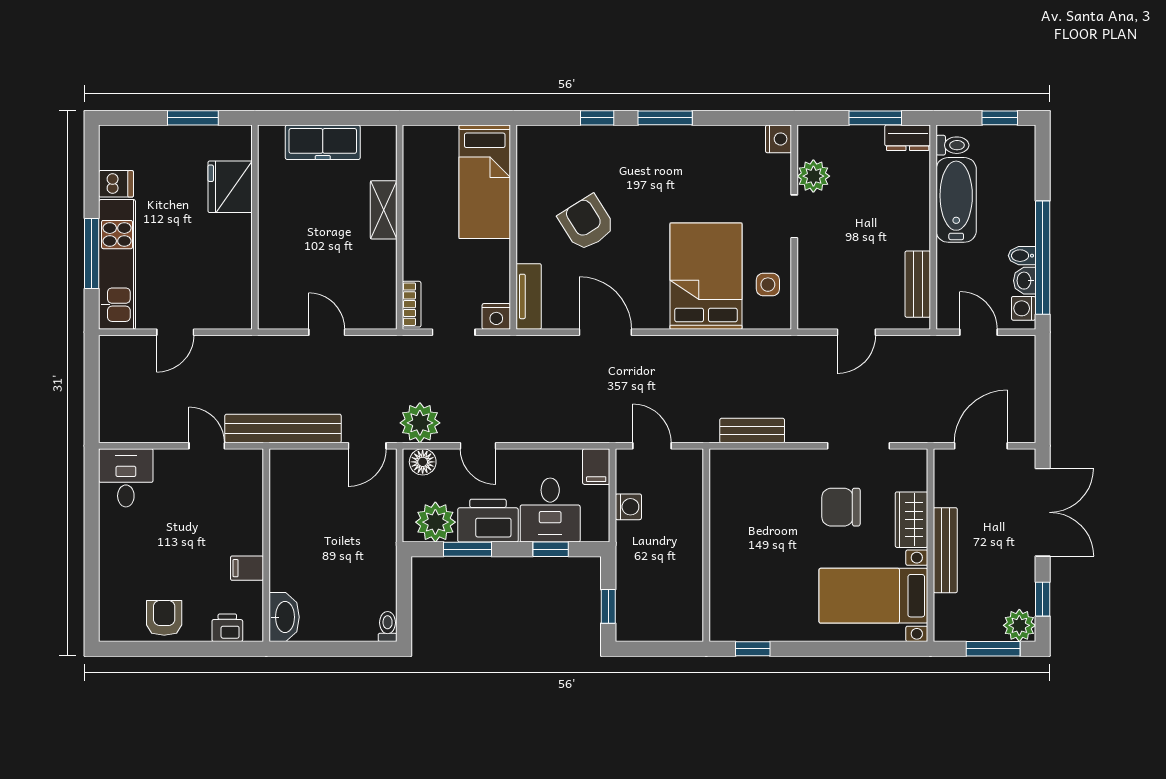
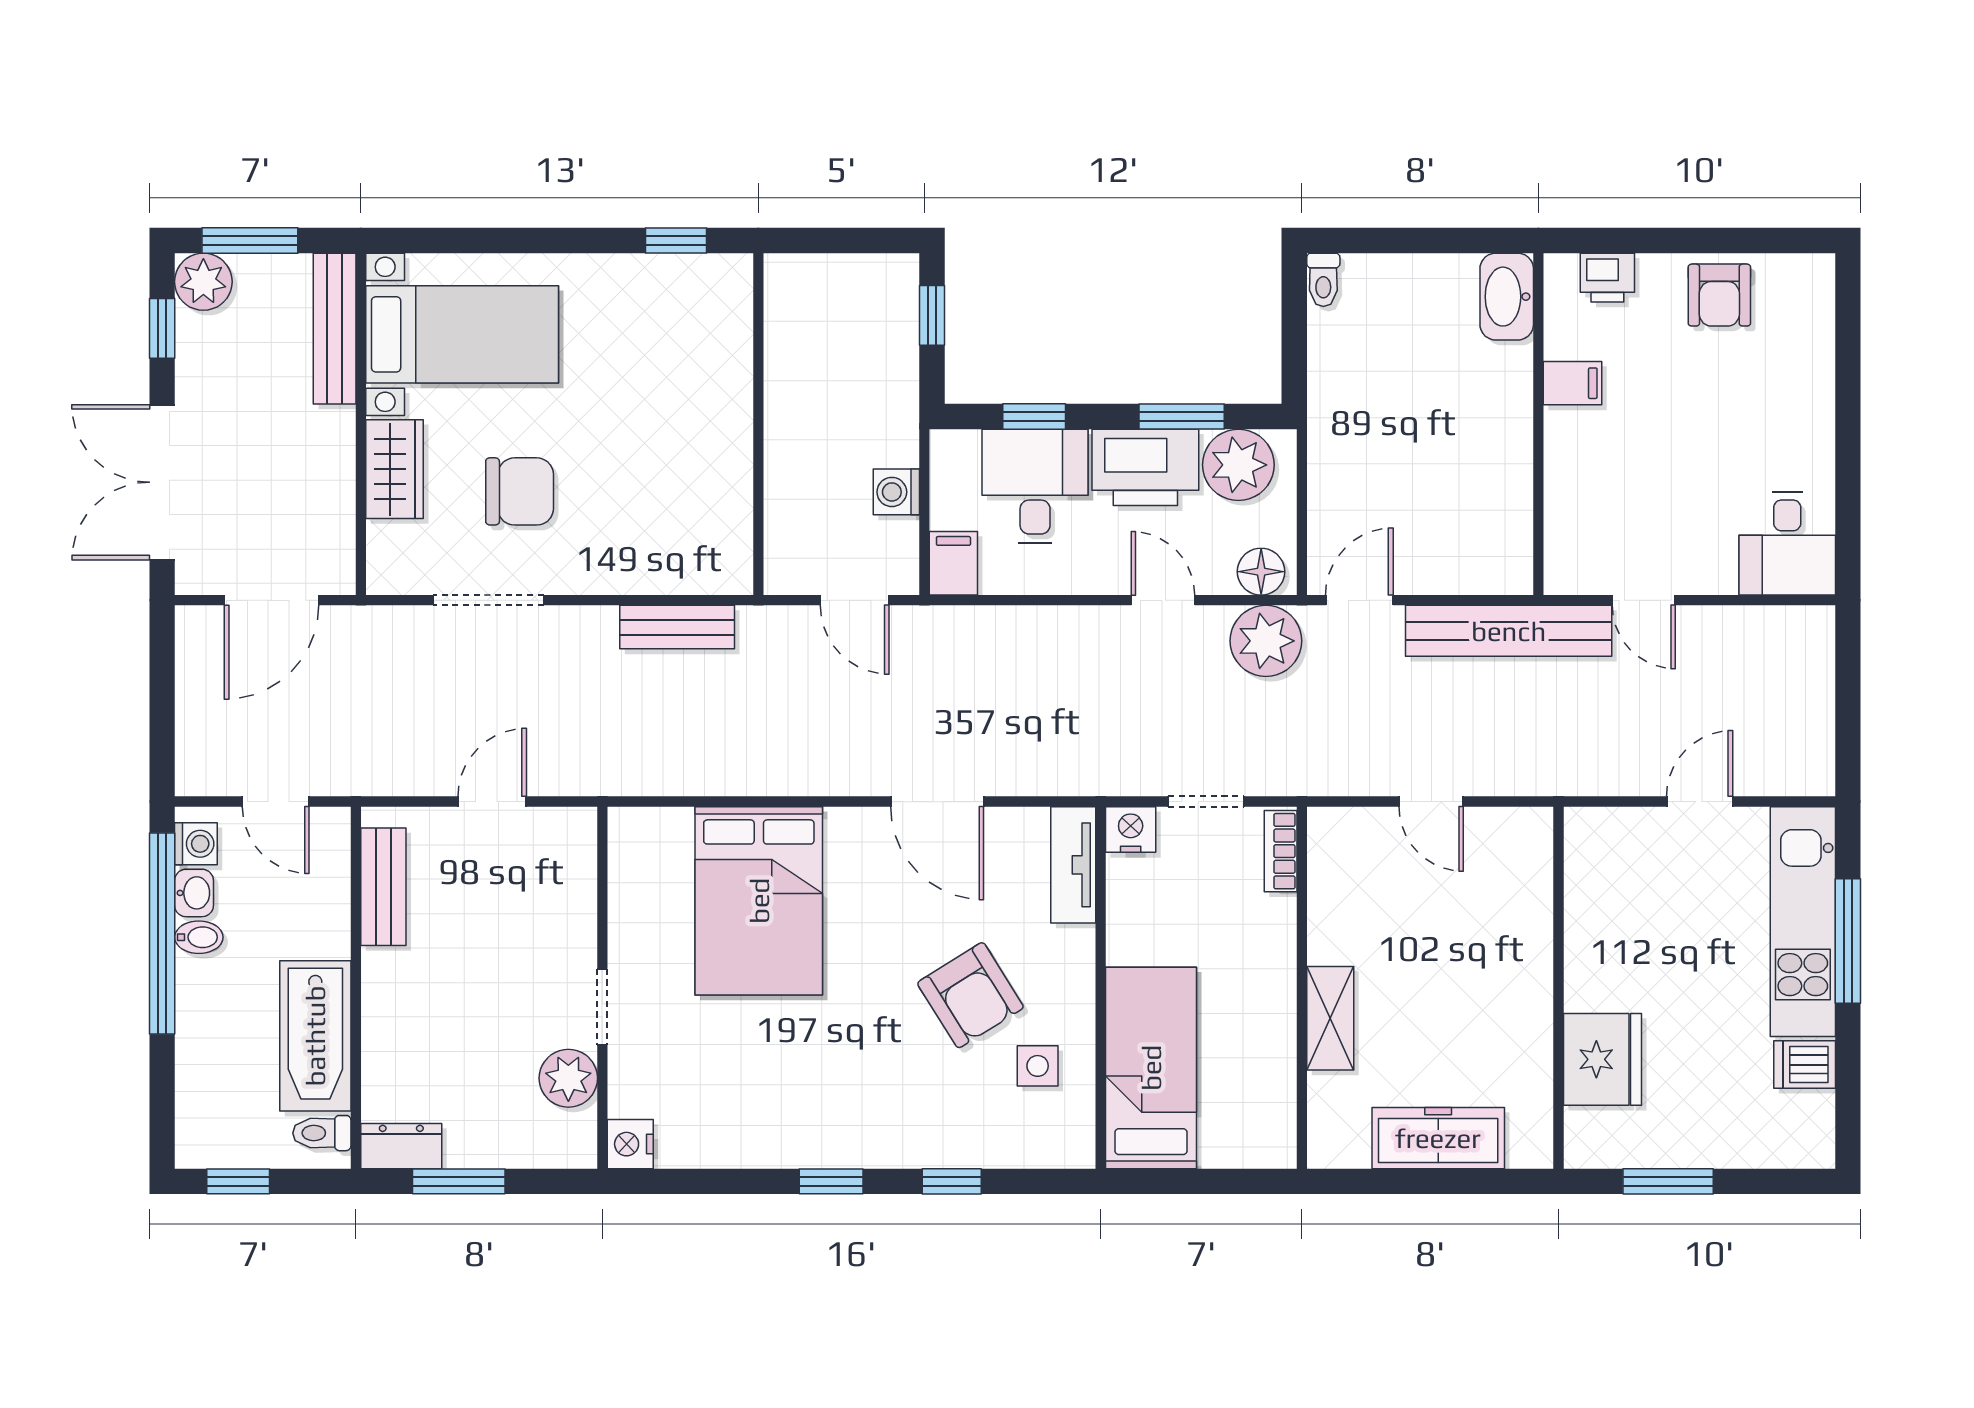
window: (665, 118) -> (831, 1181), width x0.67
side table: (768, 285) -> (1038, 1066), moved
bench: (945, 550) -> (335, 329), moved

